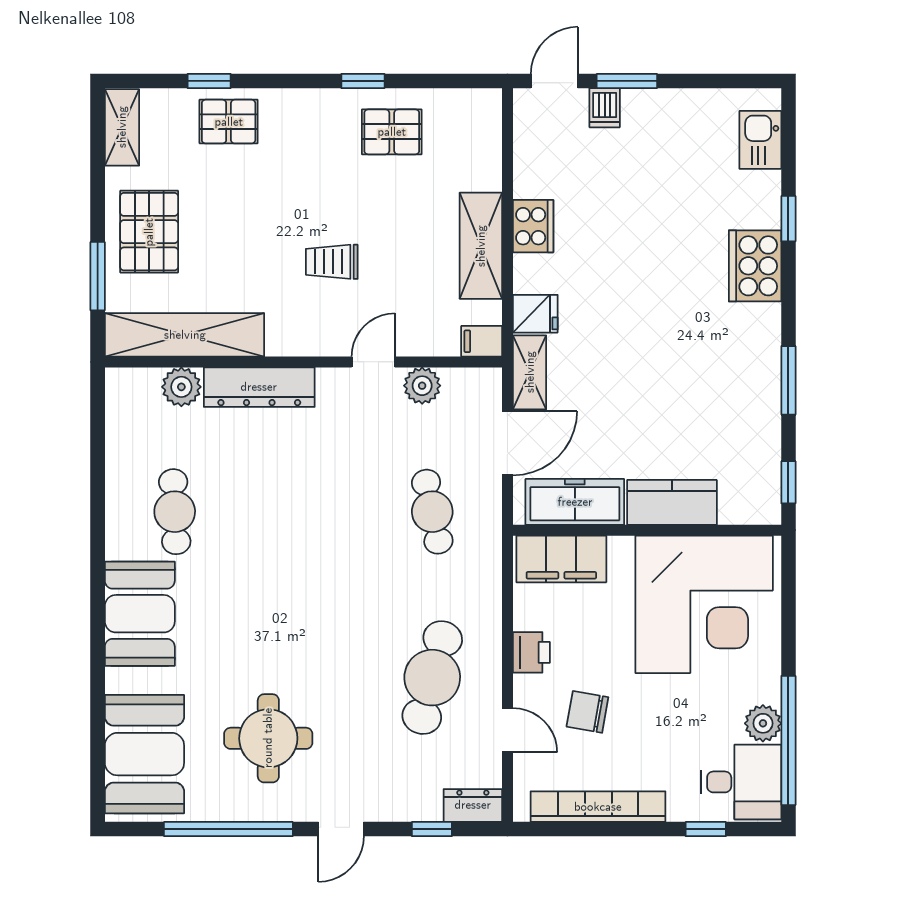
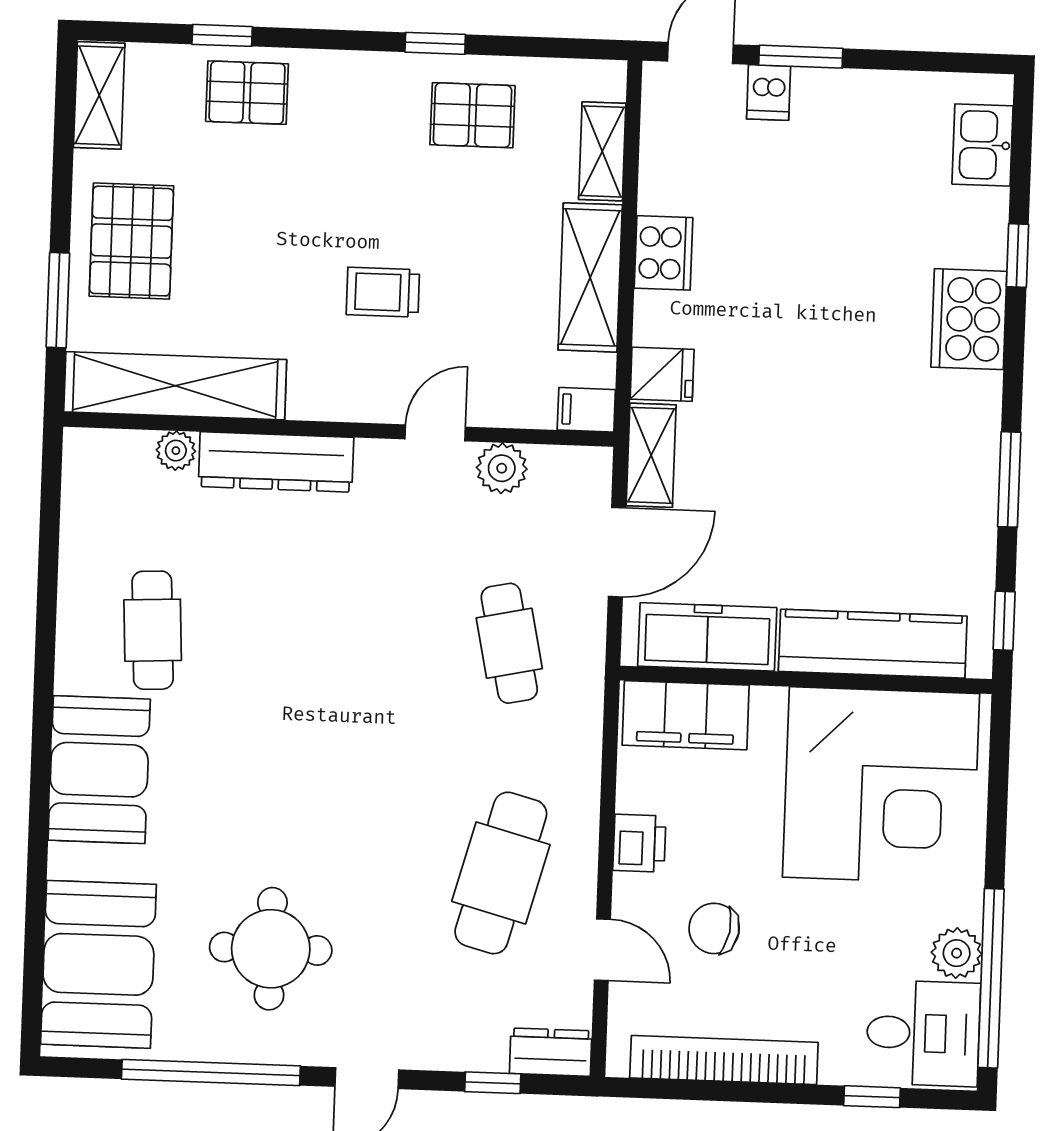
shelving: (486, 155) -> (602, 151), added
plant: (181, 387) -> (176, 451), width x0.73, depth x0.73
kitchen counter: (672, 502) -> (873, 644), width x1.50

